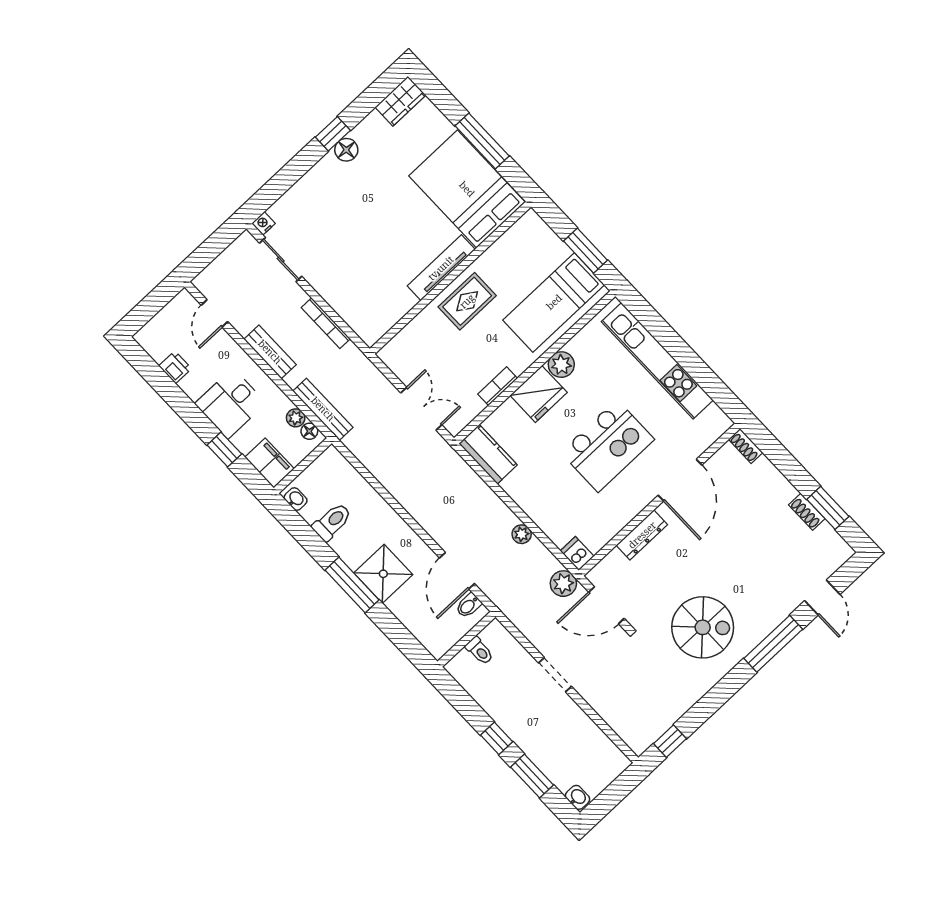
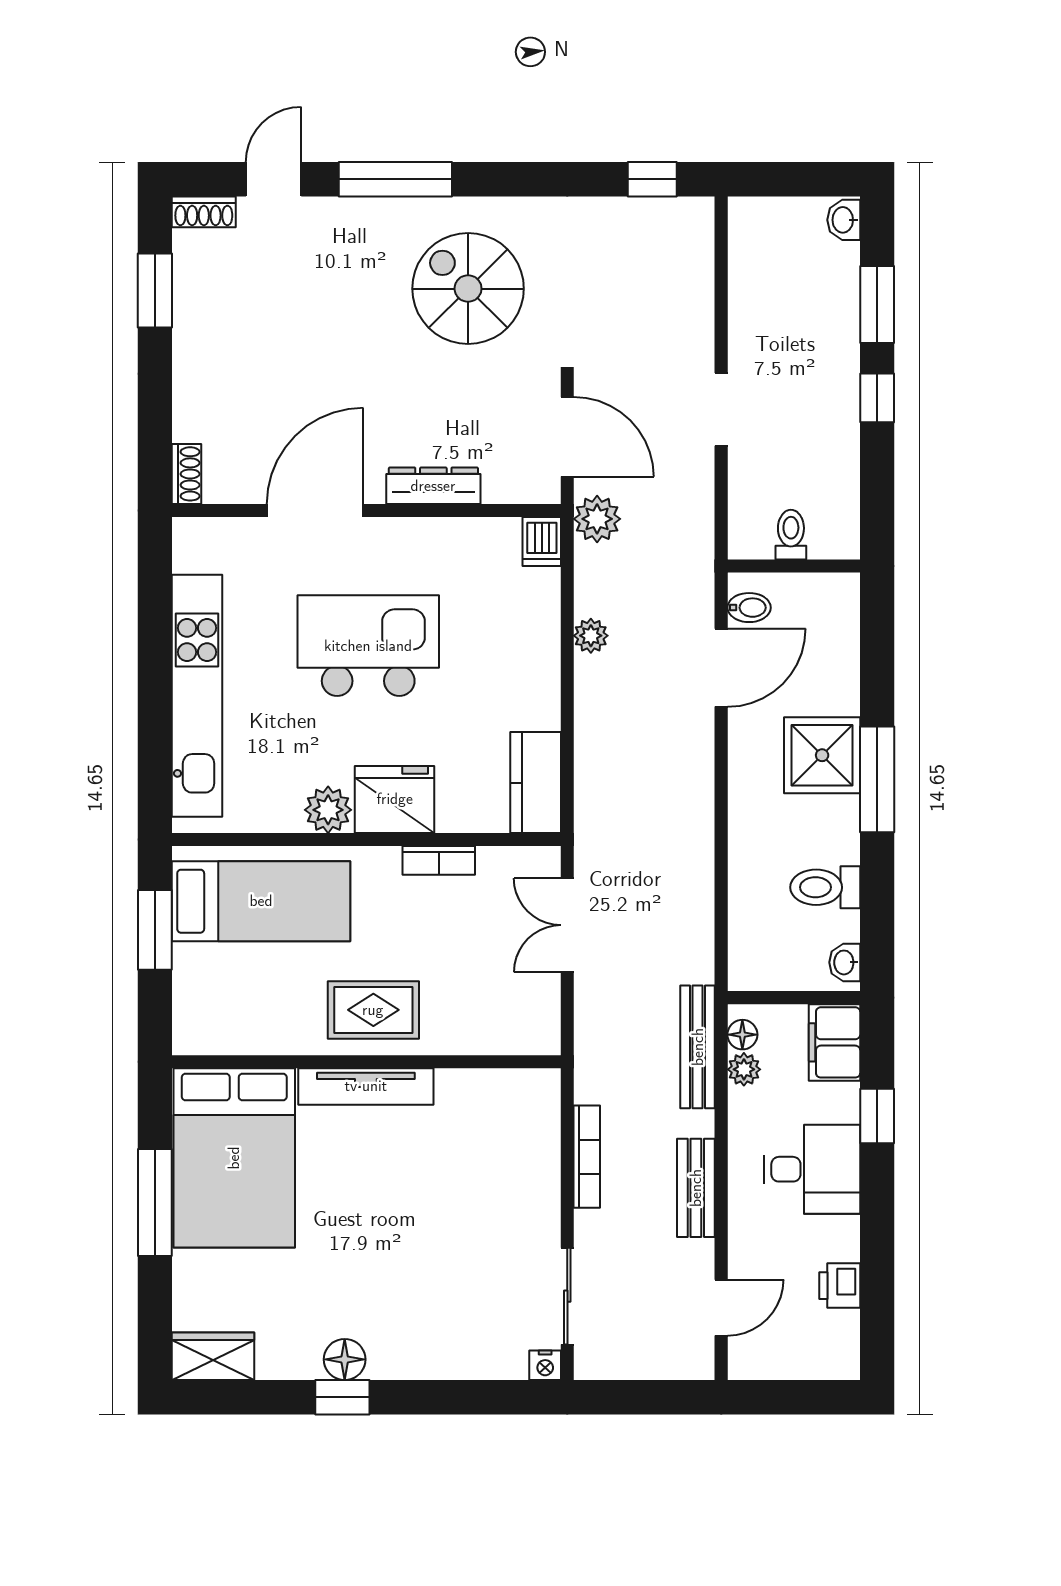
shoe rack: (807, 512) -> (204, 212), moved, turned 90

